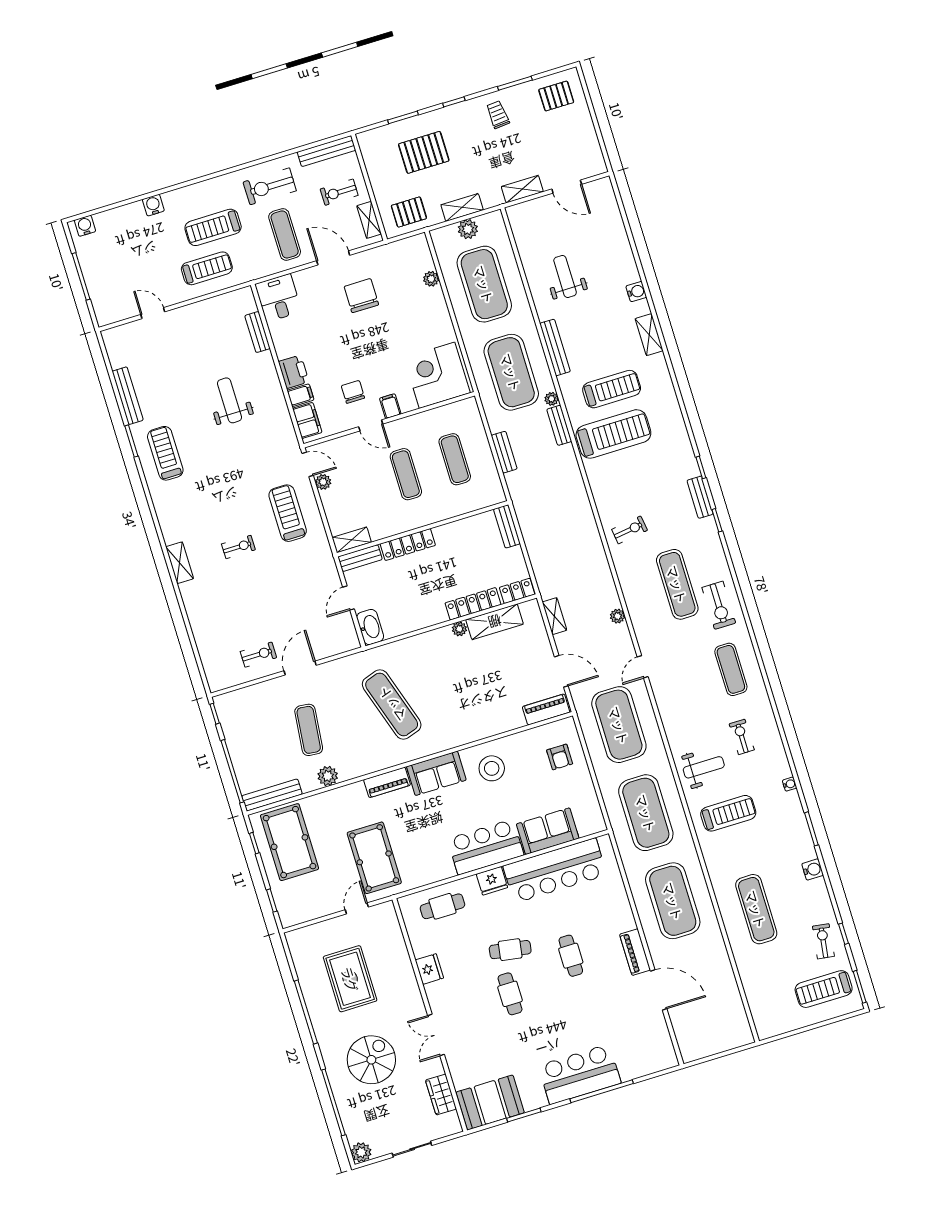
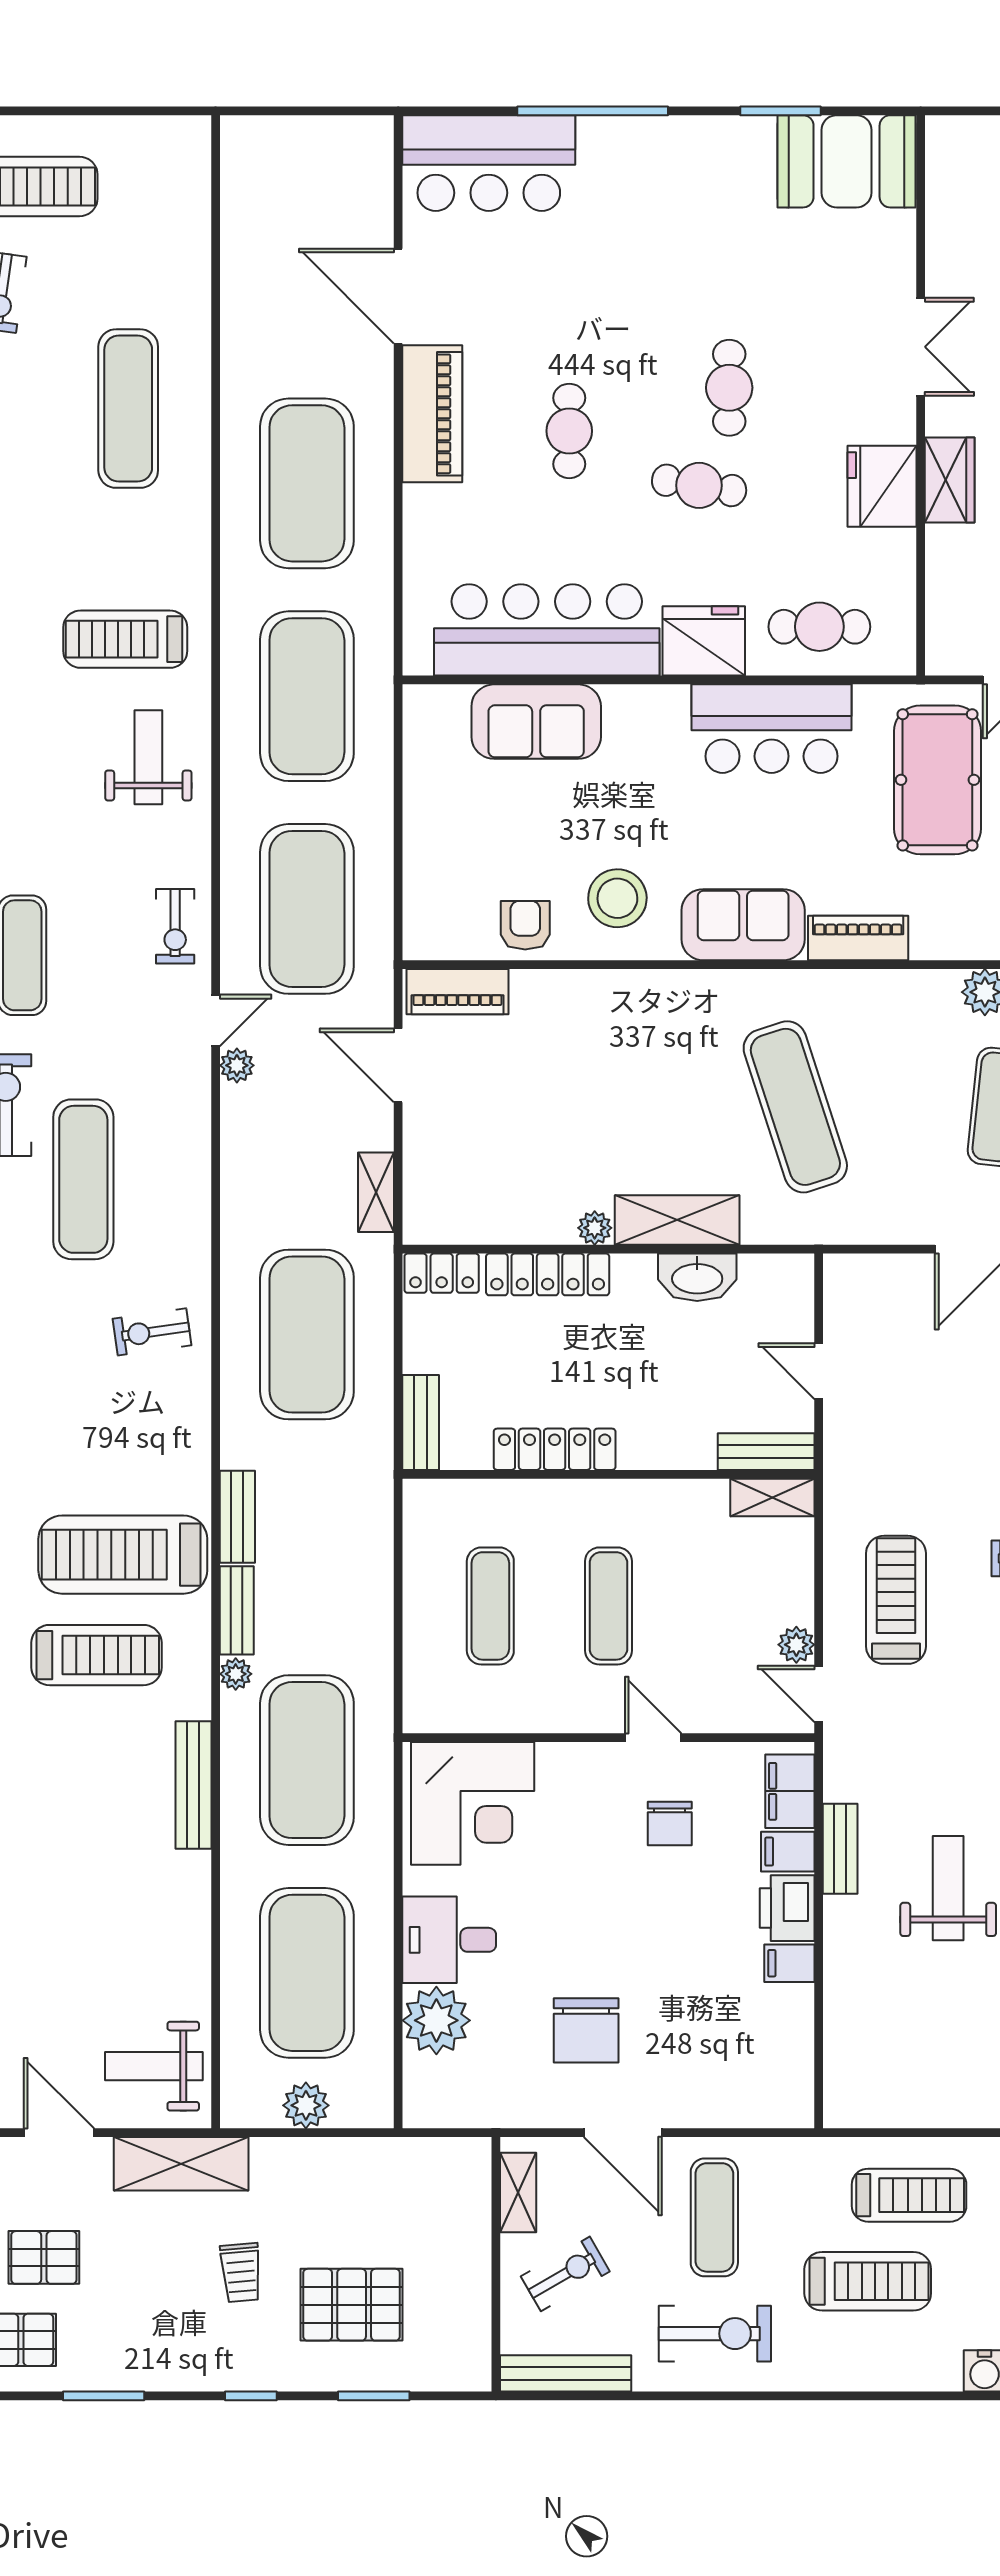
trolley: (498, 115) -> (241, 2272), moved
shelving: (522, 189) -> (181, 2164), width x1.50, depth x1.33
exercise bike: (339, 192) -> (565, 2274), turned -30
shelving: (462, 207) -> (304, 2157), removed
pallet: (409, 212) -> (44, 2257), moved
treadmill: (207, 268) -> (909, 2195), turned 180
weight bench: (565, 277) -> (154, 2066), moved, turned 90
plant: (431, 279) -> (436, 2020), width x1.88, depth x1.88
desk: (278, 298) -> (449, 1940), moved, turned 90
bench: (257, 332) -> (840, 1849), moved
treadmill: (612, 389) -> (96, 1655), turned 180
weight bench: (229, 400) -> (948, 1888), turned 180
filing cabinet: (390, 406) -> (789, 1963), moved, turned 90
bench: (504, 452) -> (237, 1517), moved
treadmill: (288, 513) -> (896, 1600), turned 180
locker: (408, 545) -> (555, 1449), moved
exercise mat: (565, 548) -> (307, 1335), added
door: (349, 598) -> (819, 1371), swing flipped
plant: (617, 616) -> (237, 1065), moved
shelving: (495, 622) -> (677, 1220), moved
washbasin: (370, 627) -> (697, 1277), moved, turned -90
exercise bike: (742, 737) -> (175, 926), moved
armchair: (560, 757) -> (525, 925), moved
weight bench: (704, 767) -> (148, 757), turned 90
bar counter: (486, 847) -> (772, 729), moved
fridge: (492, 881) -> (704, 641), width x1.36, depth x1.34
piano: (635, 952) -> (432, 414), width x1.37, depth x1.33
fridge: (429, 969) -> (882, 486), width x1.36, depth x1.34
bar counter: (580, 1074) -> (489, 163), moved
wardrobe: (441, 1095) -> (950, 480), moved

